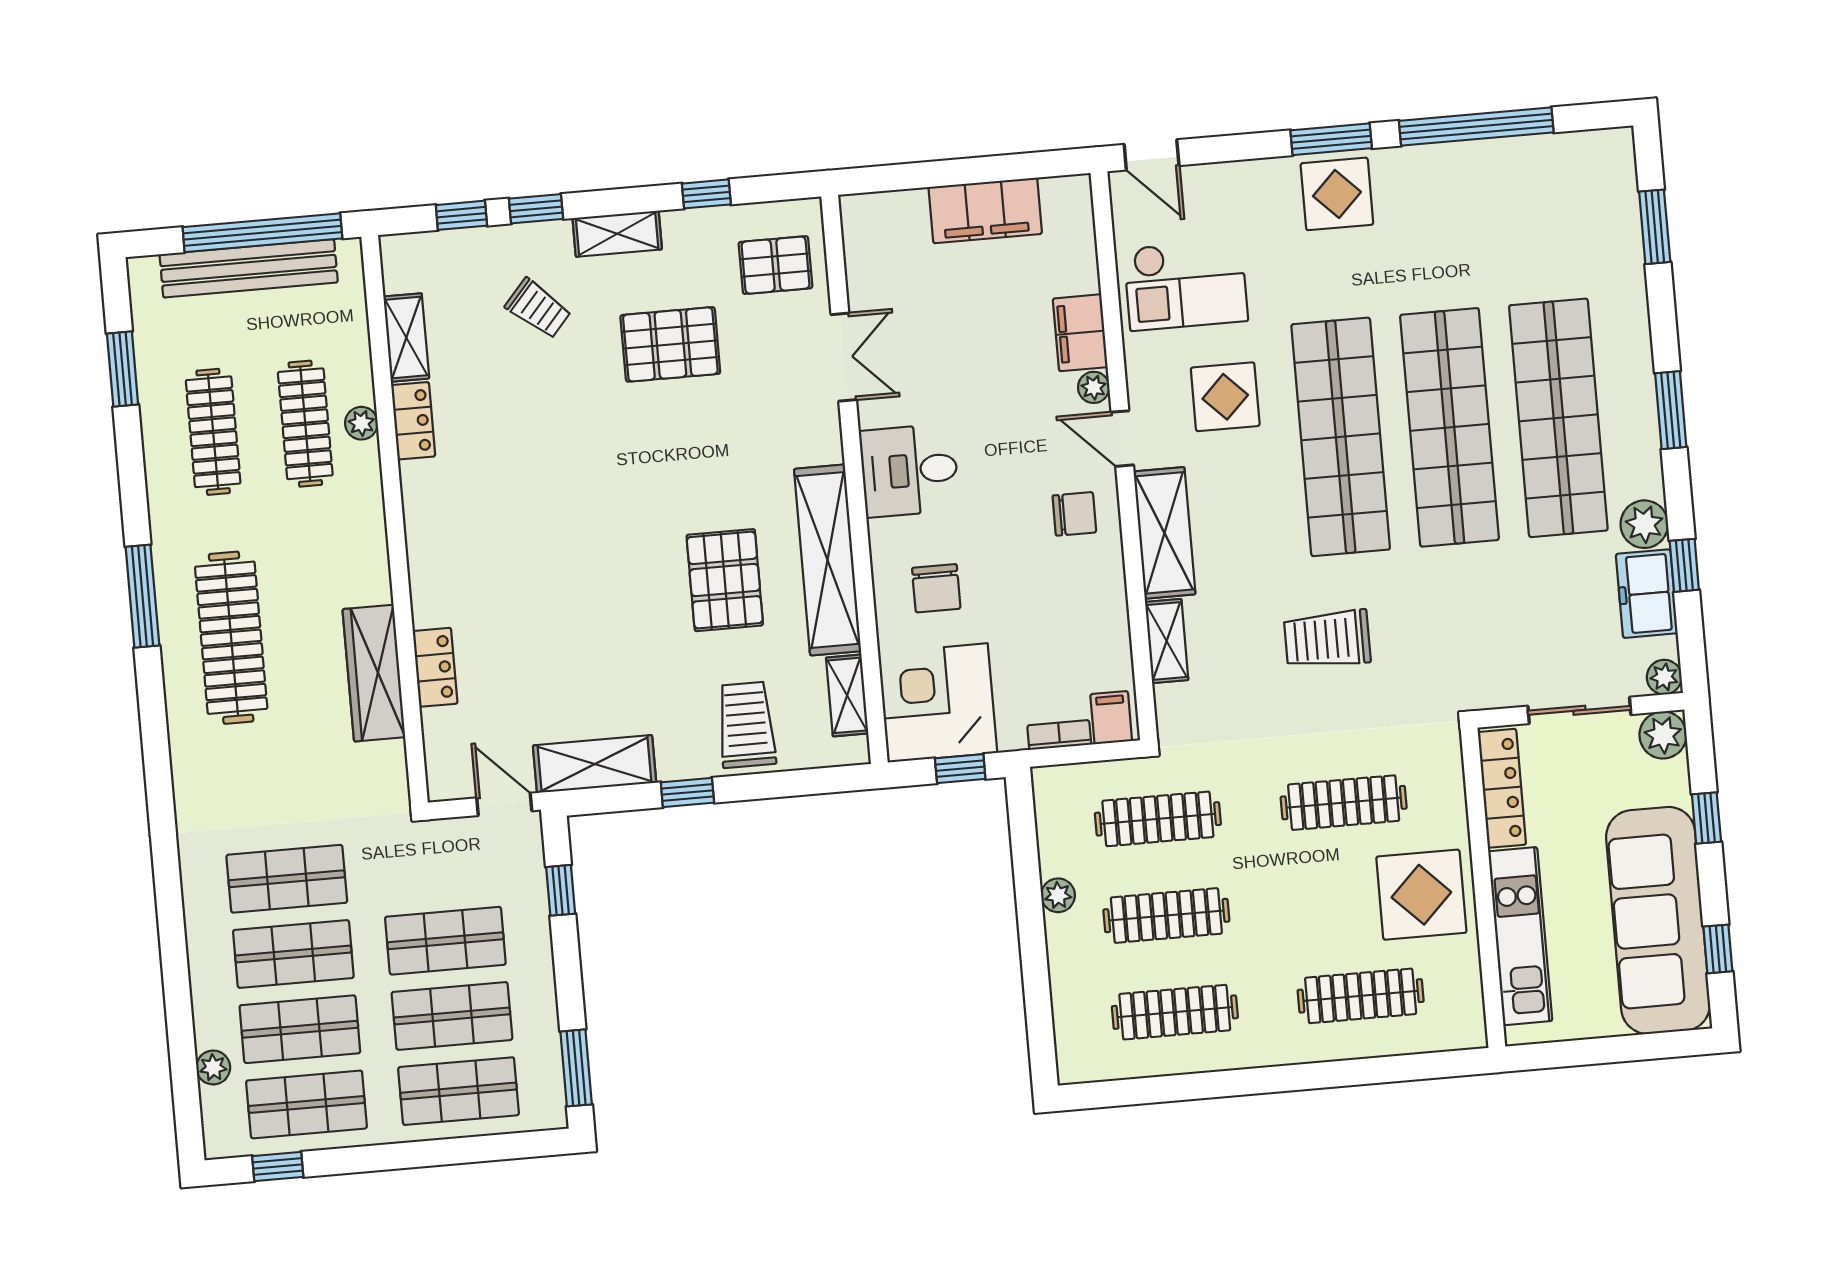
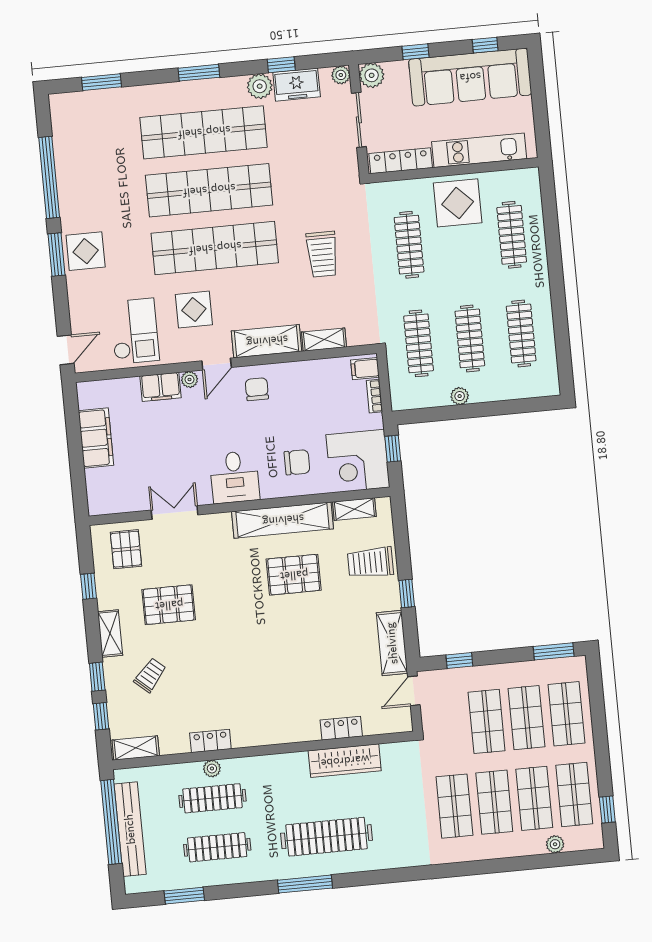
shelving: (406, 337) -> (136, 748), moved
pallet: (670, 344) -> (169, 605), turned 90

